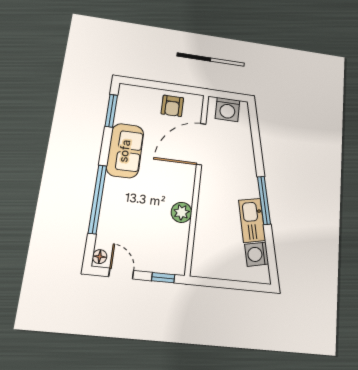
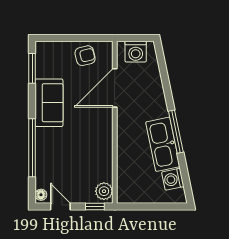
armchair: (172, 106) -> (85, 56), turned -103
plant: (181, 212) -> (104, 191), moved
kitchen sink: (252, 220) -> (163, 144), width x1.36, depth x1.24

